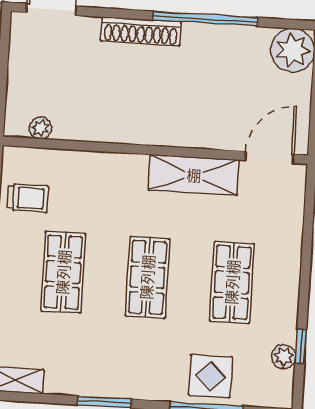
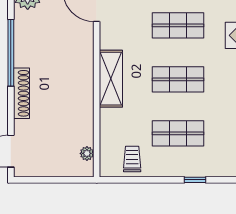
shelving: (194, 175) -> (111, 79), moved

